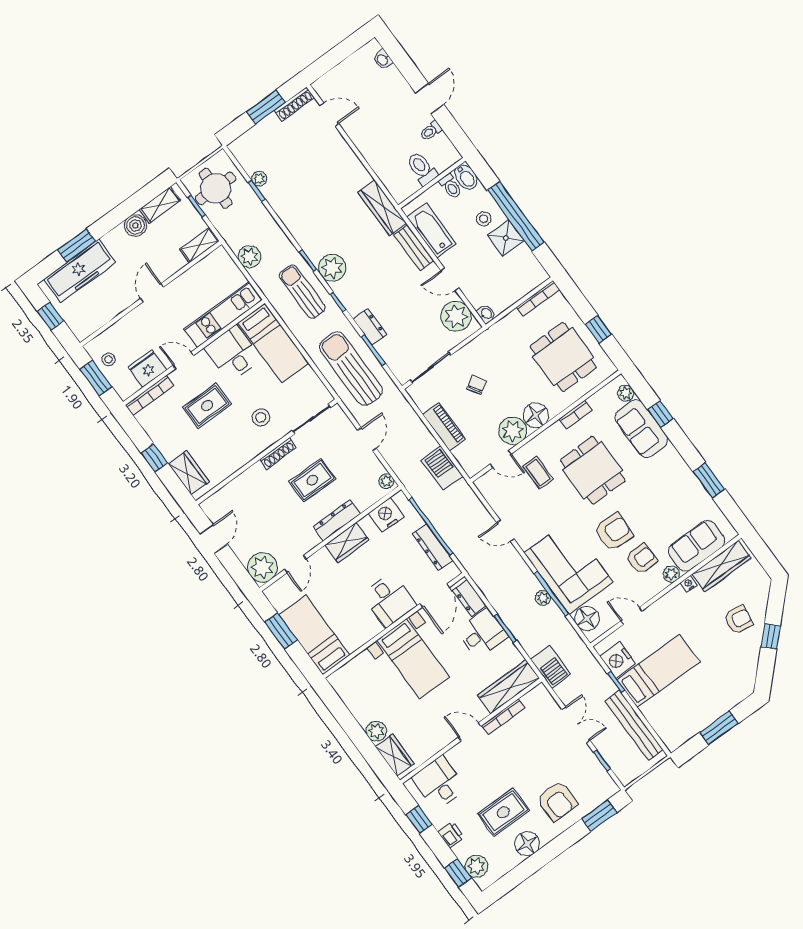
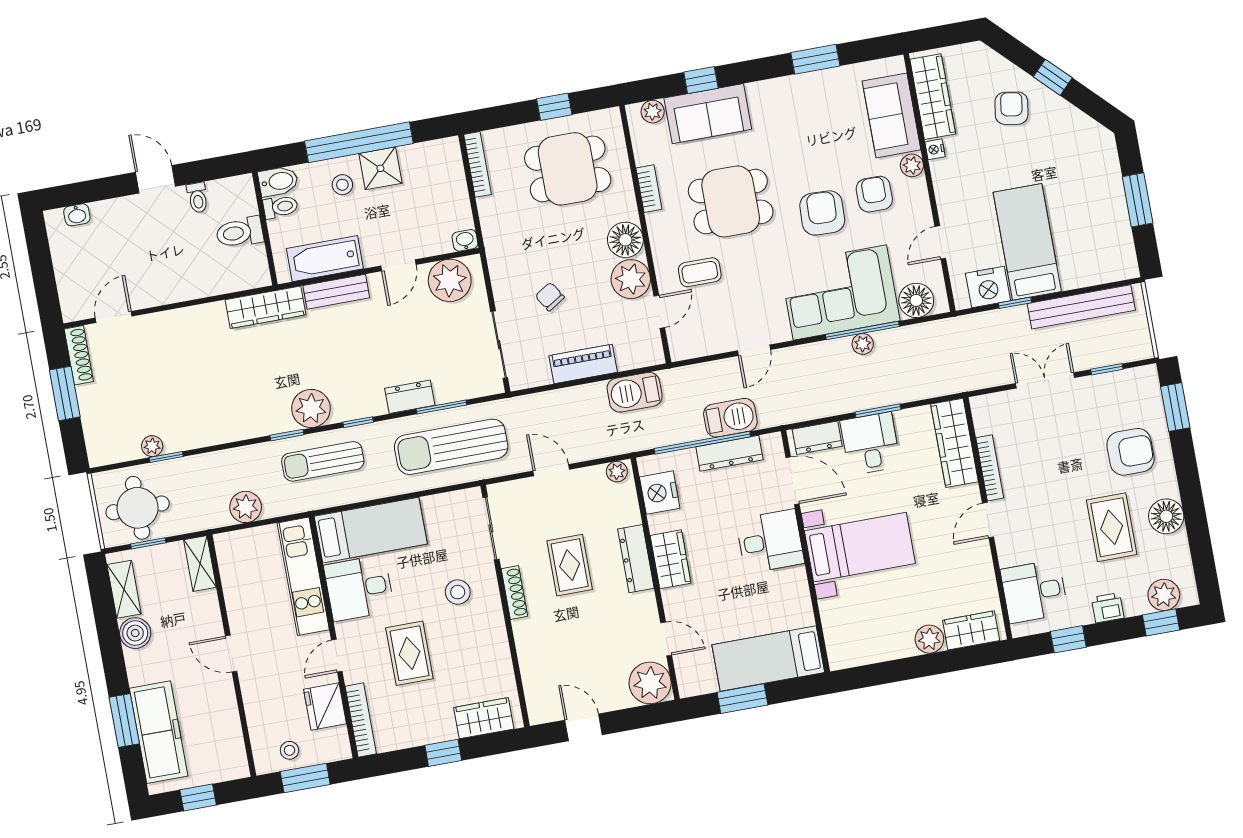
barbecue: (551, 667) -> (730, 418), moved

